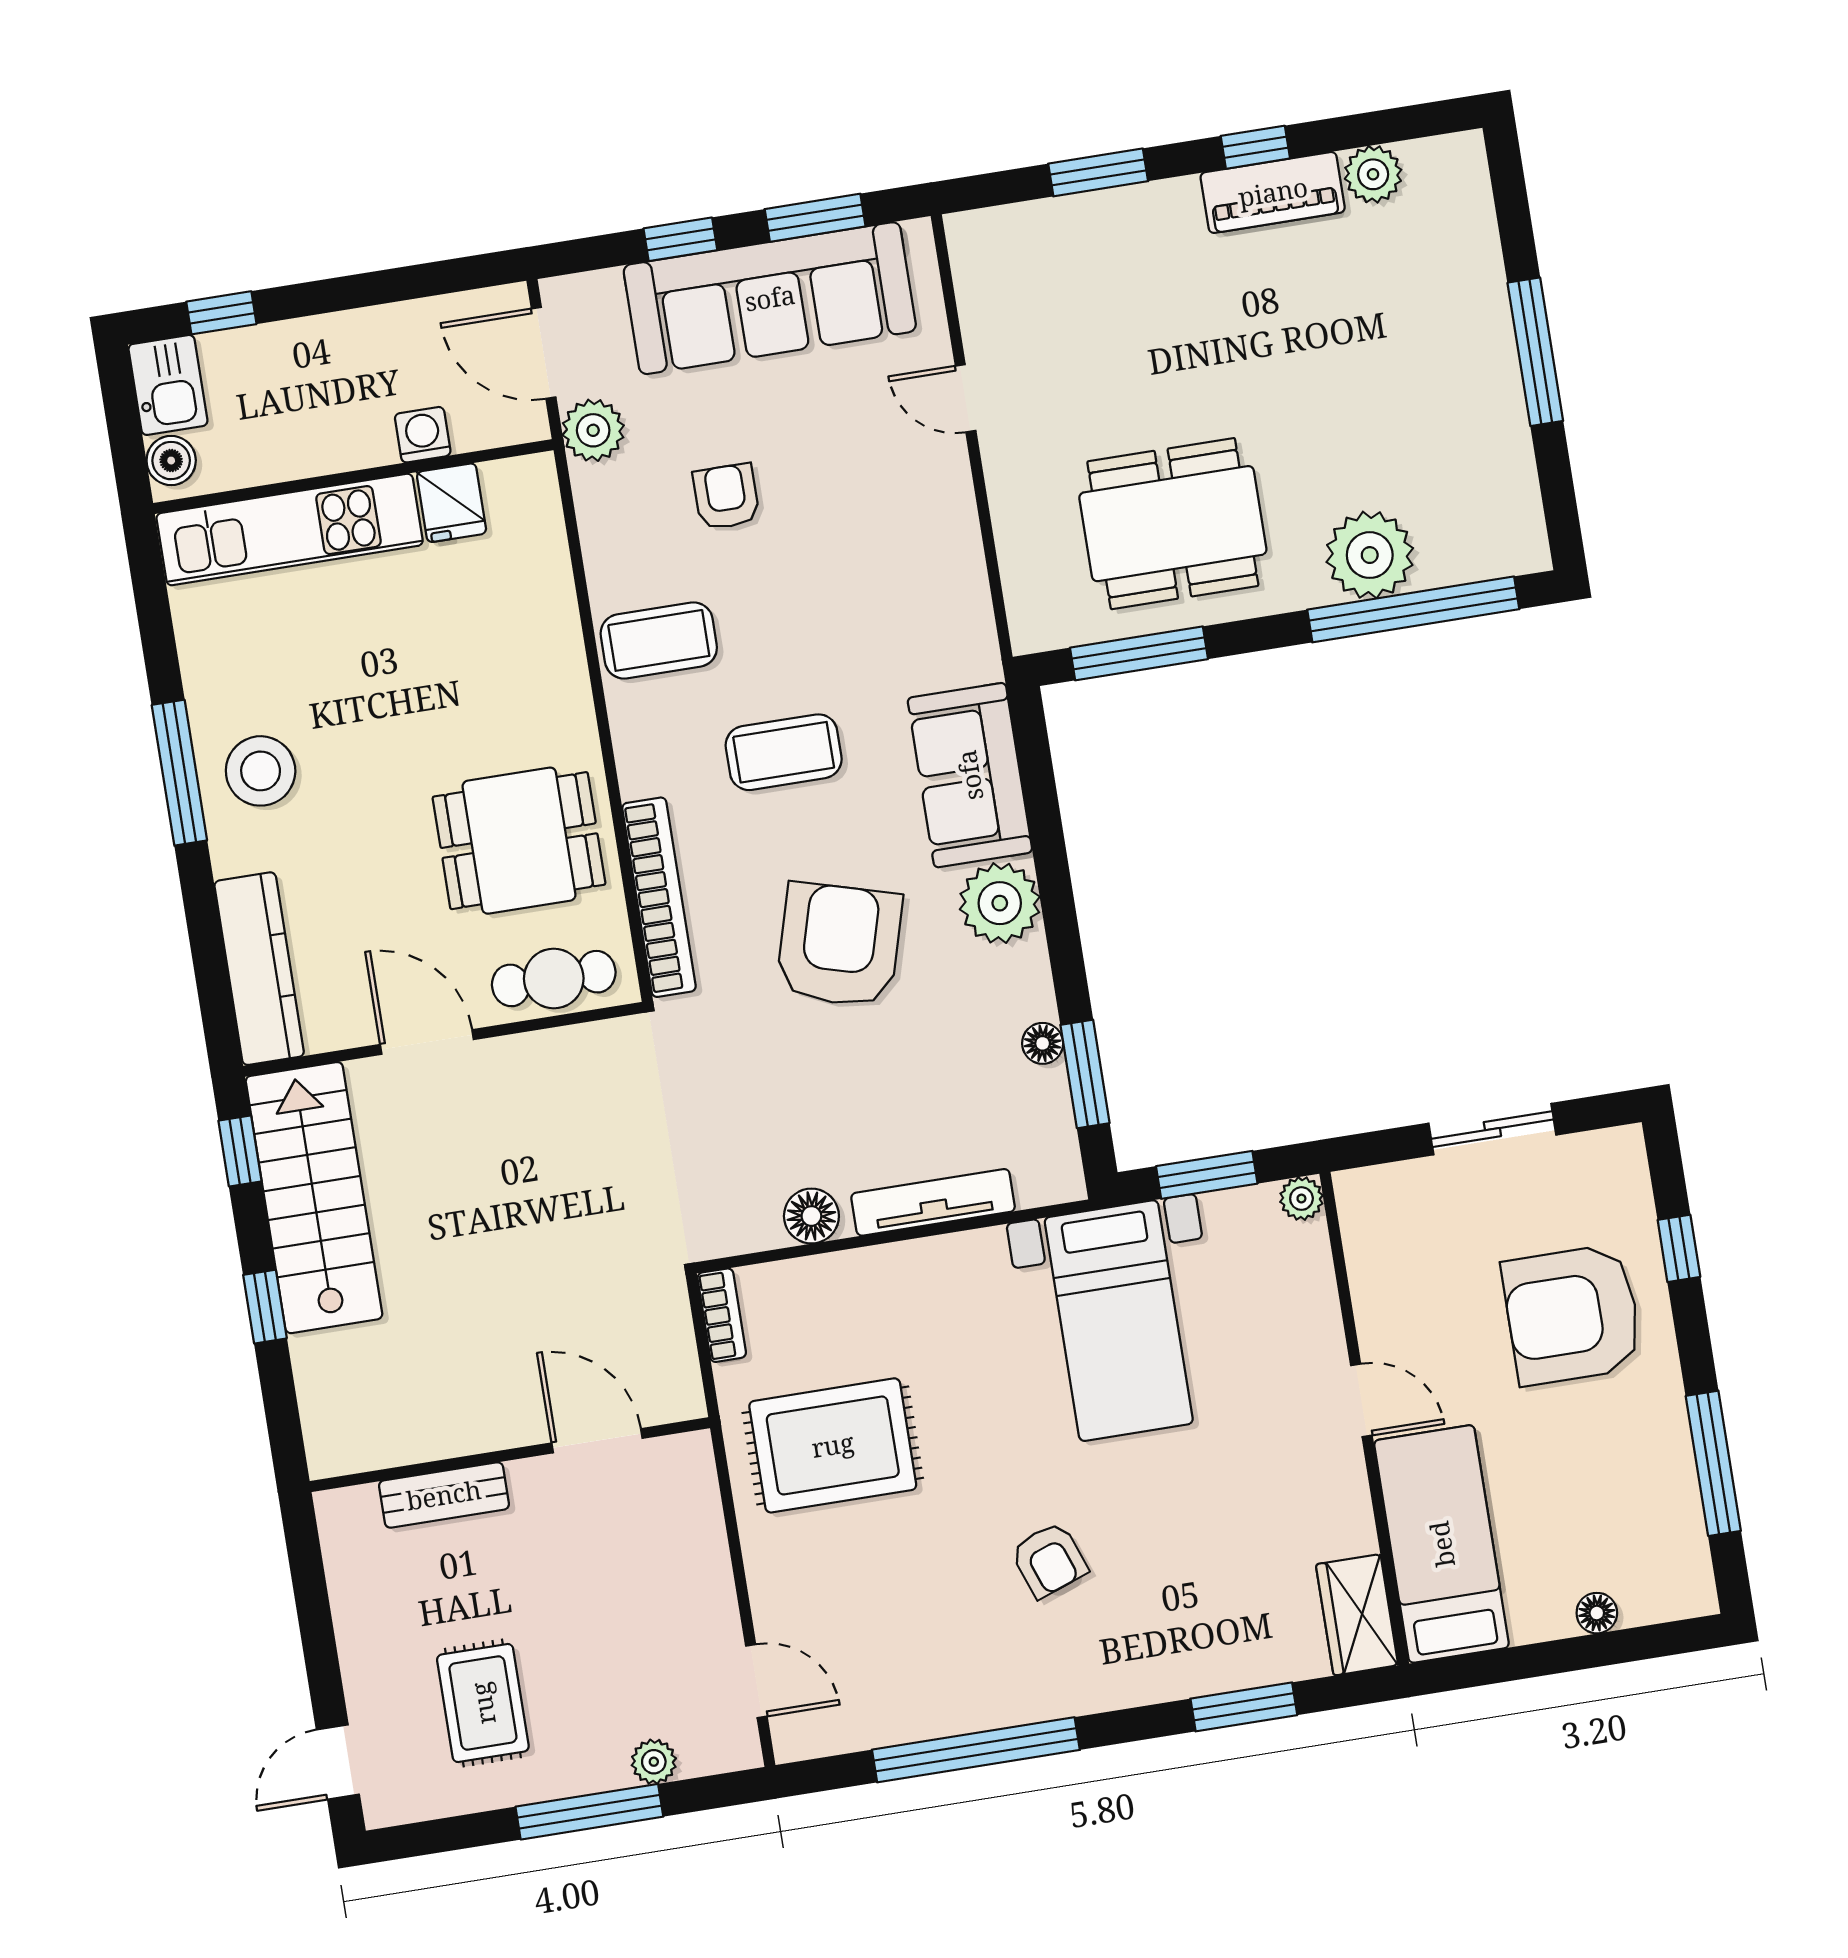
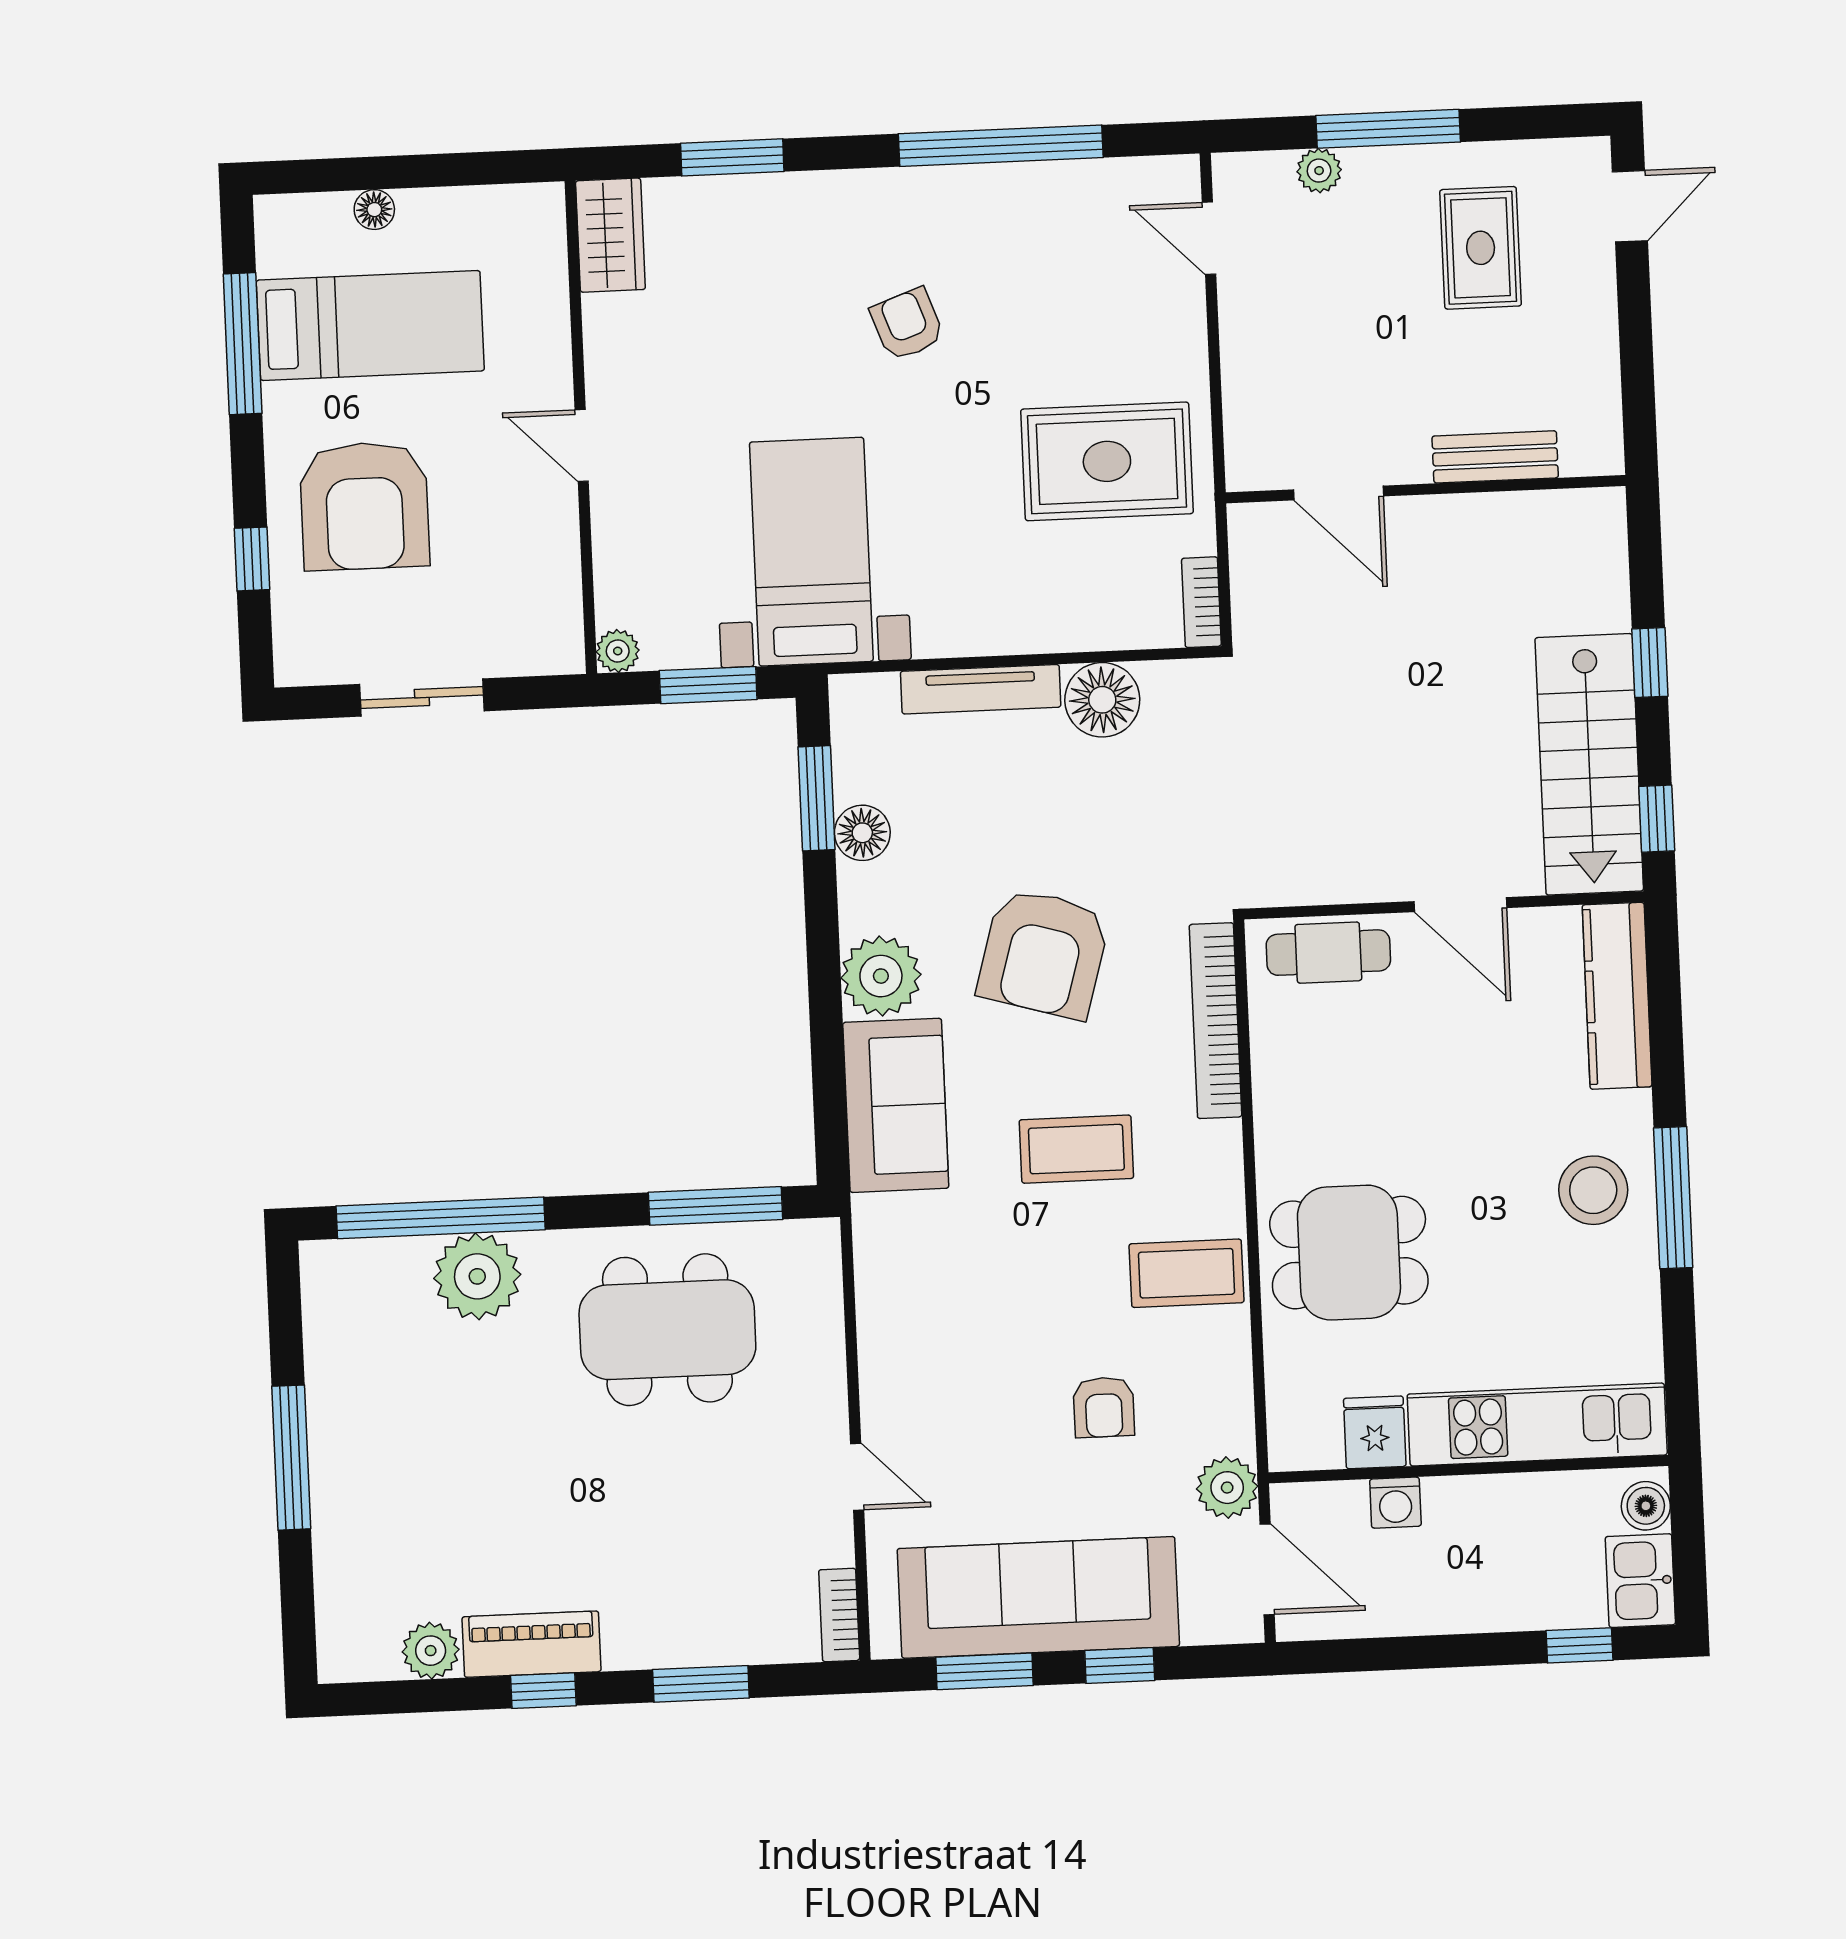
bookcase: (967, 257) -> (839, 1615), added
dining table: (519, 841) -> (1349, 1253), moved
floor lamp: (1043, 1043) -> (862, 833), width x1.37, depth x1.37
floor lamp: (811, 1216) -> (1102, 700), width x1.38, depth x1.38
armchair: (1572, 1315) -> (364, 506), turned 90
bed: (1442, 1544) -> (370, 325), moved, turned -90

